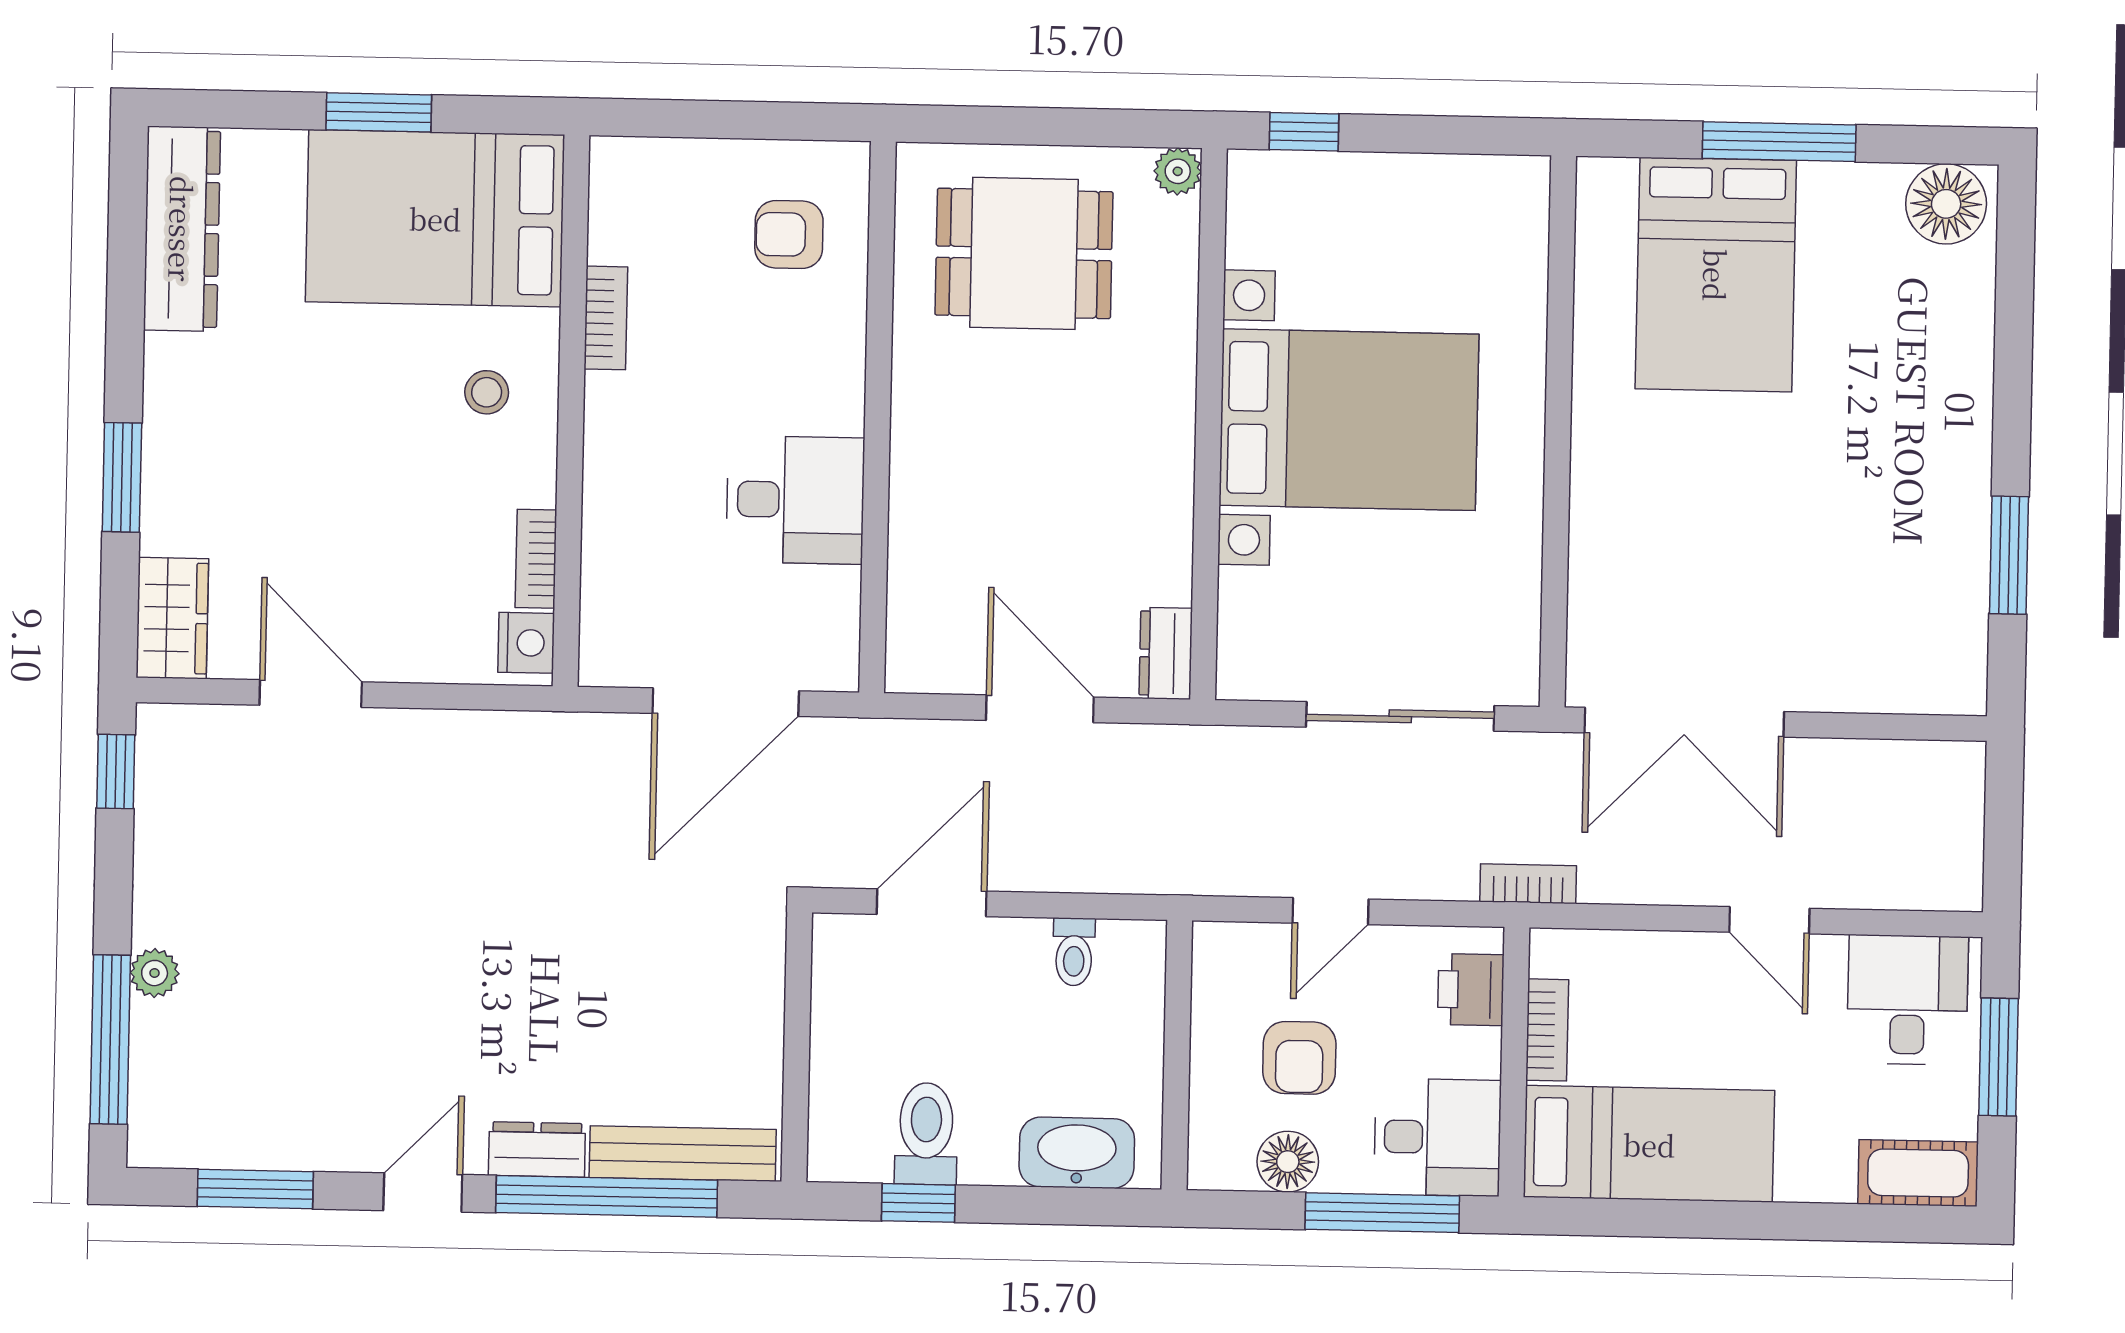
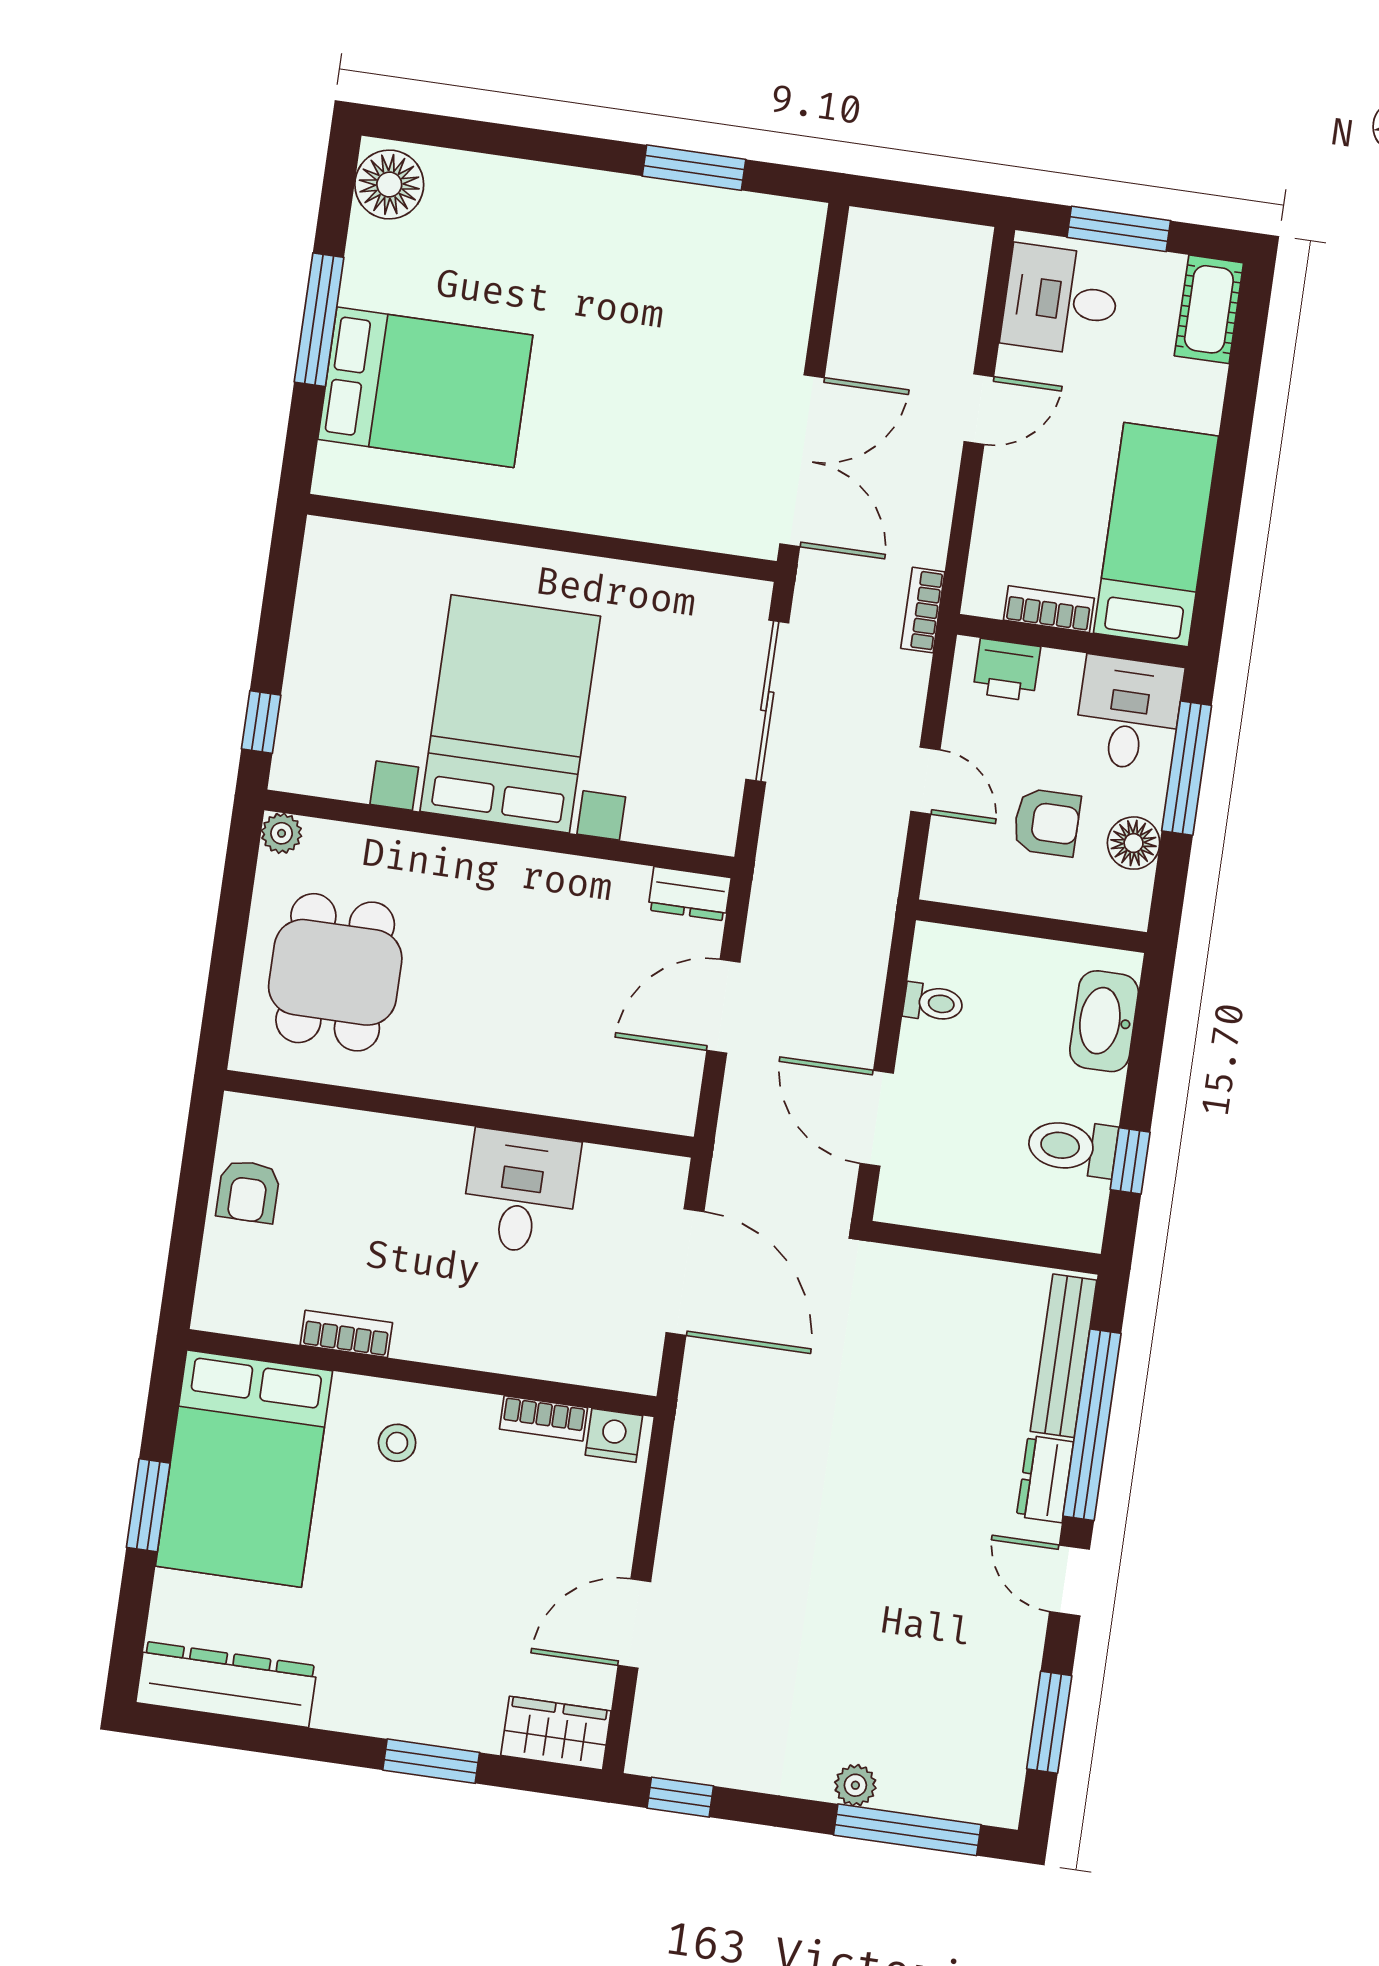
armchair: (789, 235) -> (248, 1191), moved

